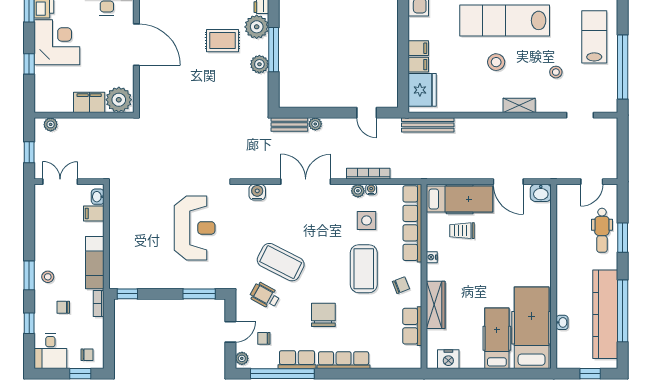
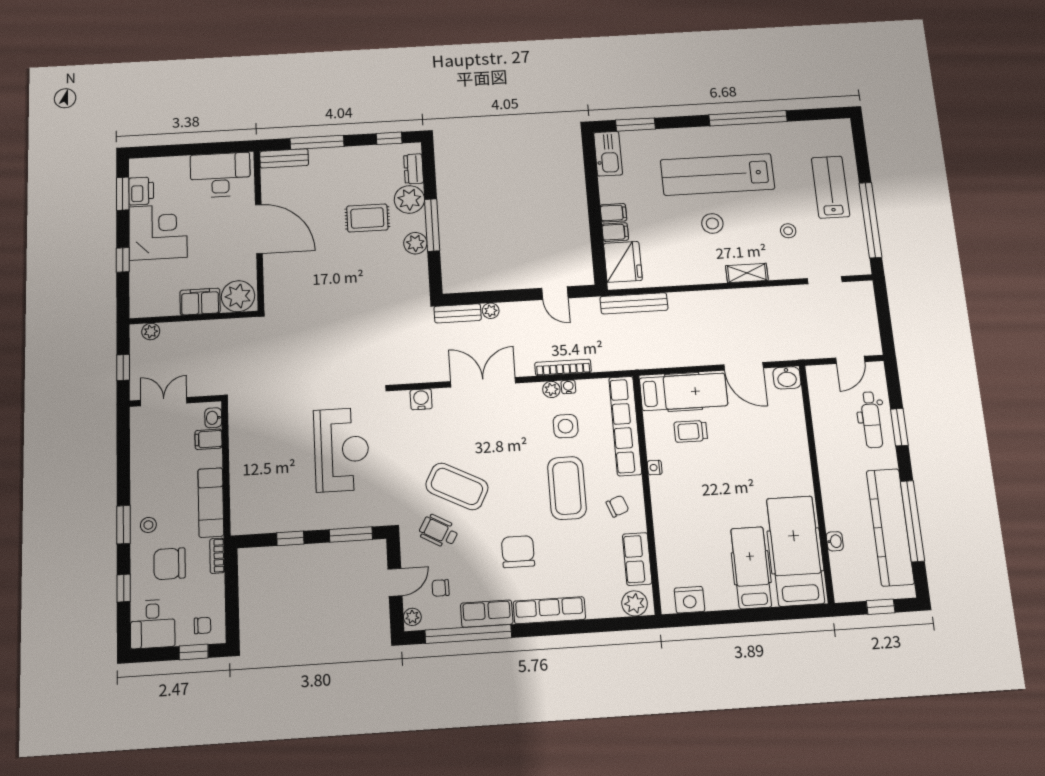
window: (127, 294) -> (290, 538), moved
wardrobe: (436, 305) -> (666, 529), removed
chair: (63, 307) -> (170, 564), width x1.87, depth x1.87
plant: (407, 359) -> (635, 603), added

